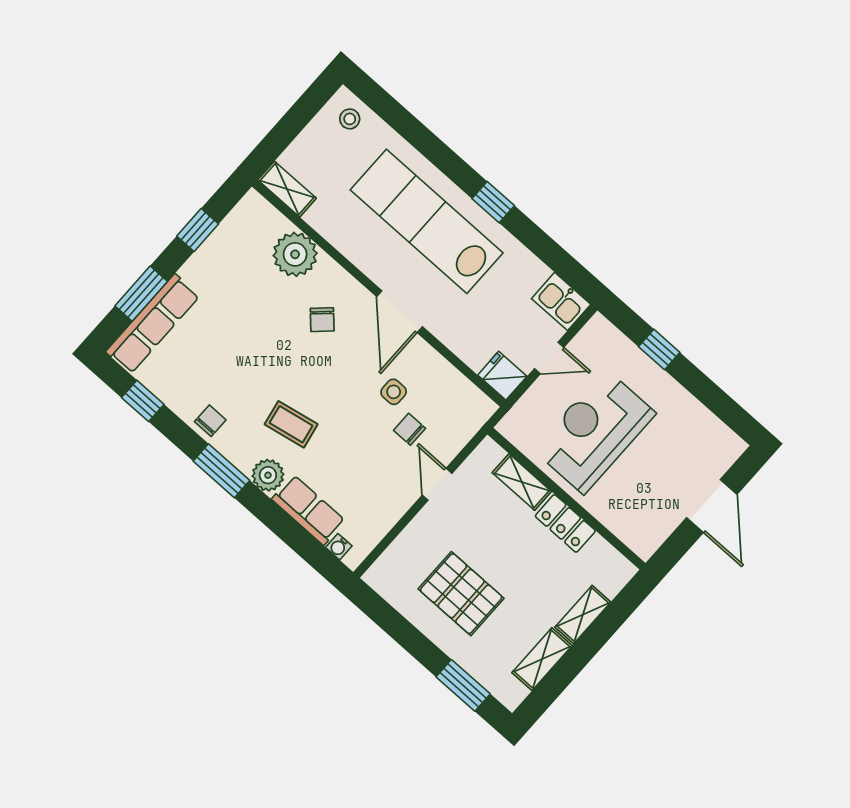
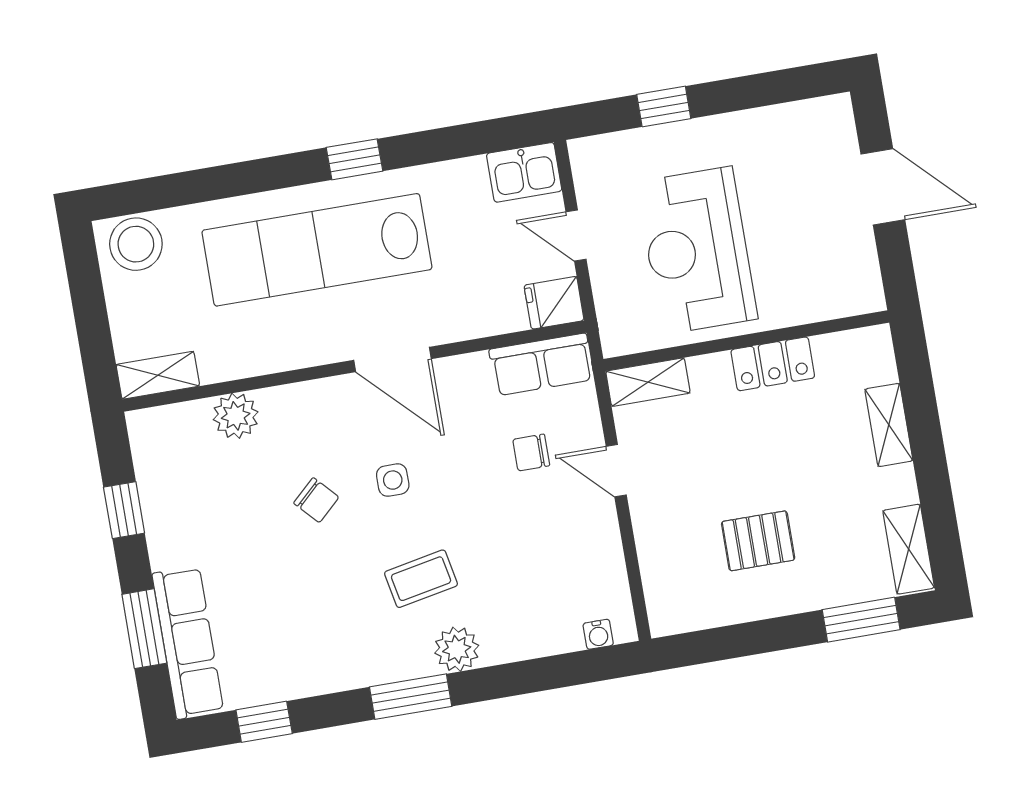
stool: (350, 119) -> (136, 244), width x1.89, depth x1.89
plant: (295, 254) -> (236, 416), width x0.73, depth x0.73
chair: (322, 320) -> (316, 500), moved
door: (549, 358) -> (576, 235), swing flipped
side table: (394, 392) -> (393, 480), moved
chair: (210, 421) -> (346, 665), removed
shelving: (522, 482) -> (648, 382), moved
row of seats: (309, 510) -> (541, 364), moved, turned 180
pallet: (461, 594) -> (758, 541), width x0.67, depth x0.71
shelving: (542, 659) -> (909, 549), moved

